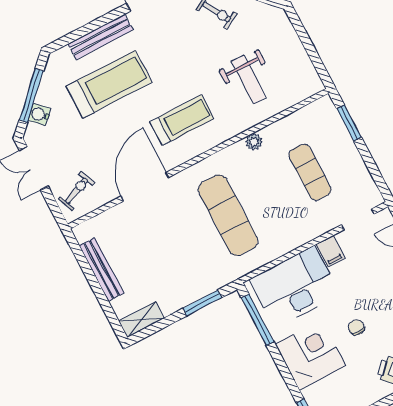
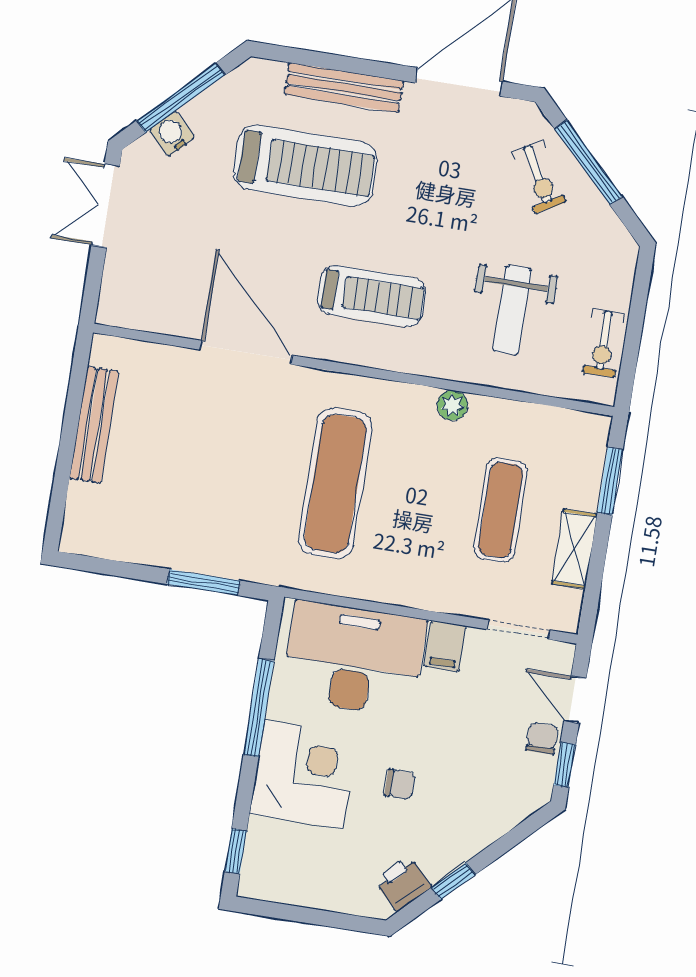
door: (145, 187) -> (246, 352), hinge flipped
exercise bike: (77, 191) -> (603, 343), moved, turned 113
shelving: (141, 319) -> (574, 549), moved, turned 90
window: (258, 320) -> (259, 708), moved
chair: (356, 327) -> (400, 784), turned 90

